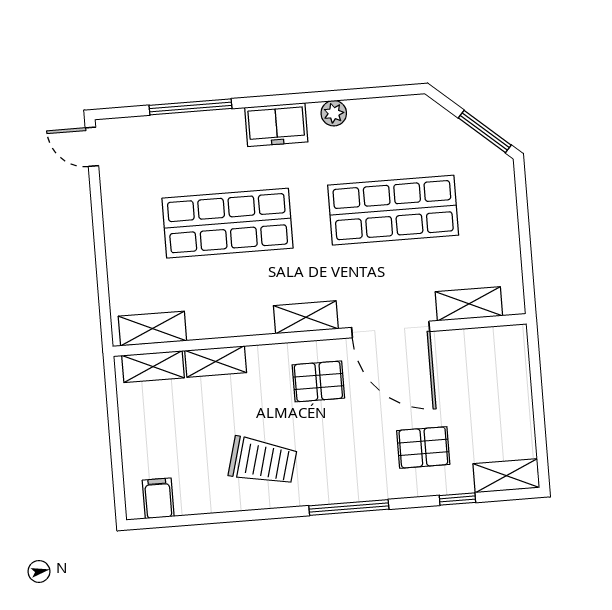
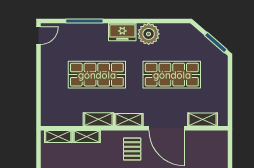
plant: (334, 113) -> (149, 34), width x1.88, depth x1.88
door: (92, 147) -> (39, 35), swing flipped
shelving: (152, 328) -> (98, 119), moved
pallet: (318, 381) -> (132, 149), turned 90

